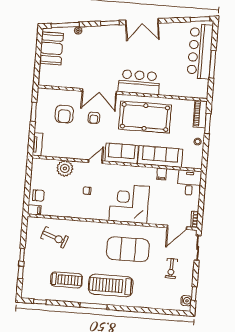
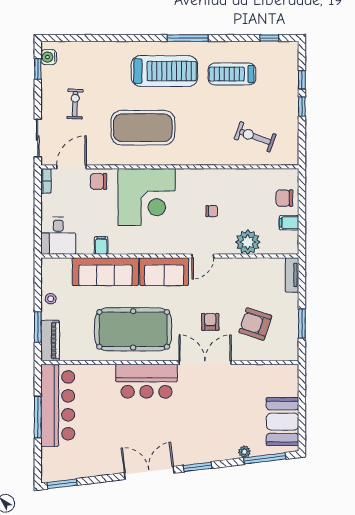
bar counter: (200, 51) -> (58, 405), moved
armchair: (64, 114) -> (255, 324), turned -72
filing cabinet: (34, 210) -> (289, 223), moved
chair: (160, 216) -> (99, 181), added

